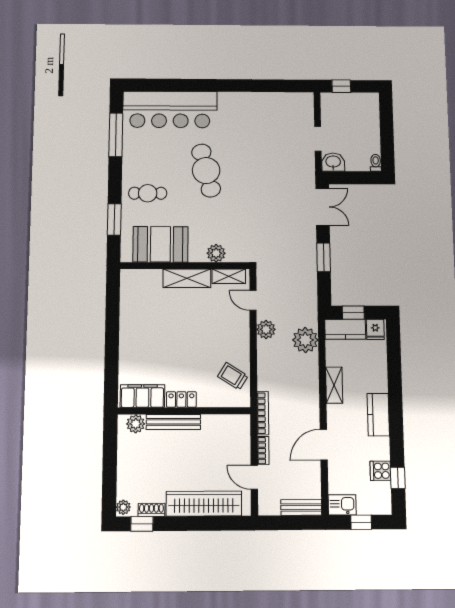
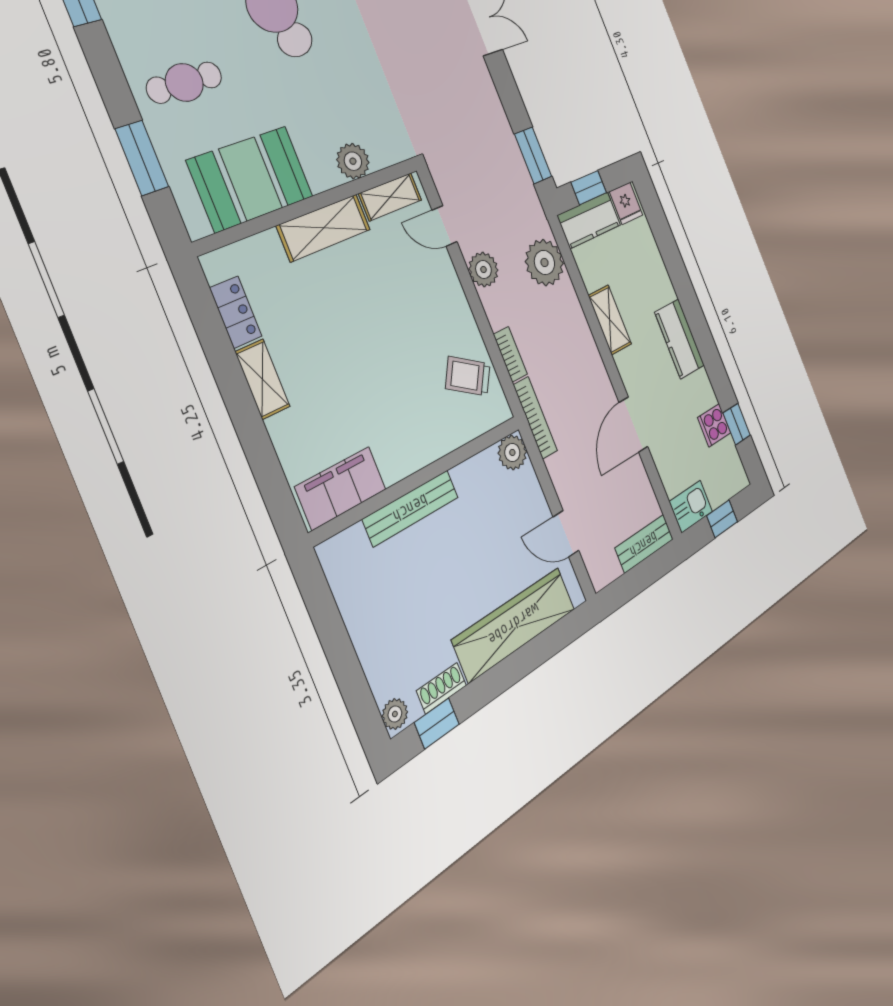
window: (324, 257) -> (533, 155), moved
shelving: (127, 333) -> (263, 379), added
locker: (181, 399) -> (236, 312), moved, turned 90
plant: (136, 424) -> (512, 452), moved
bookcase: (263, 451) -> (510, 354), moved

